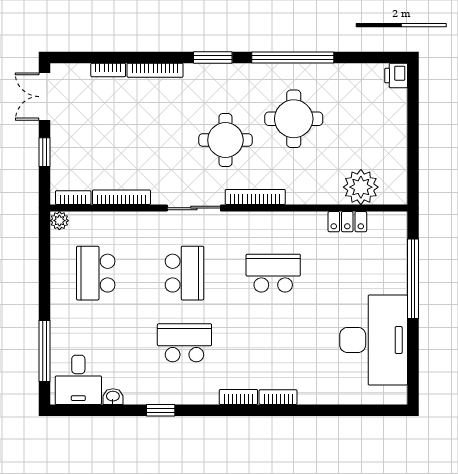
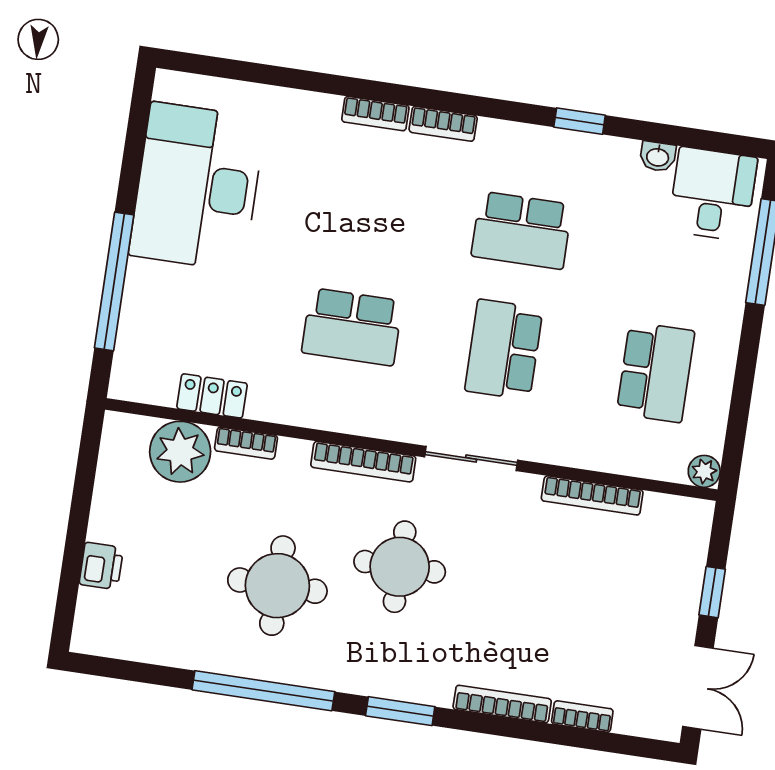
printer: (396, 75) -> (101, 566), moved
bookcase: (73, 198) -> (246, 443), moved

